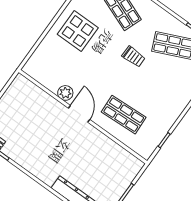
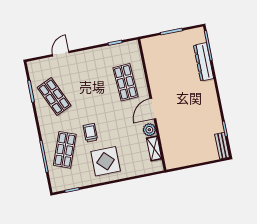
trolley: (134, 57) -> (90, 133), moved
shelving: (46, 81) -> (154, 148), added

